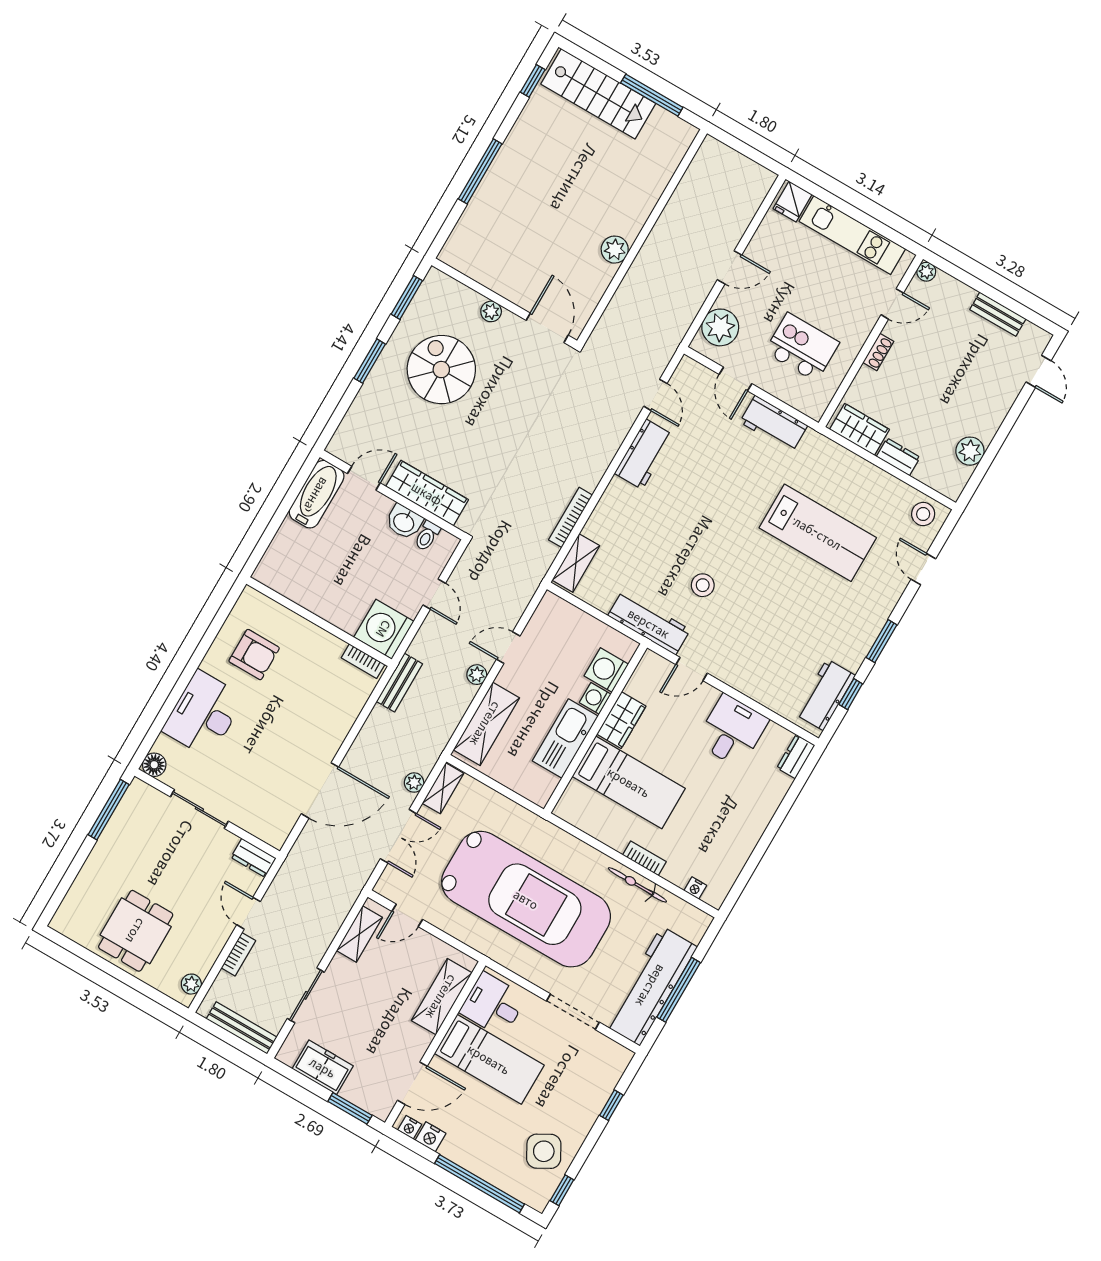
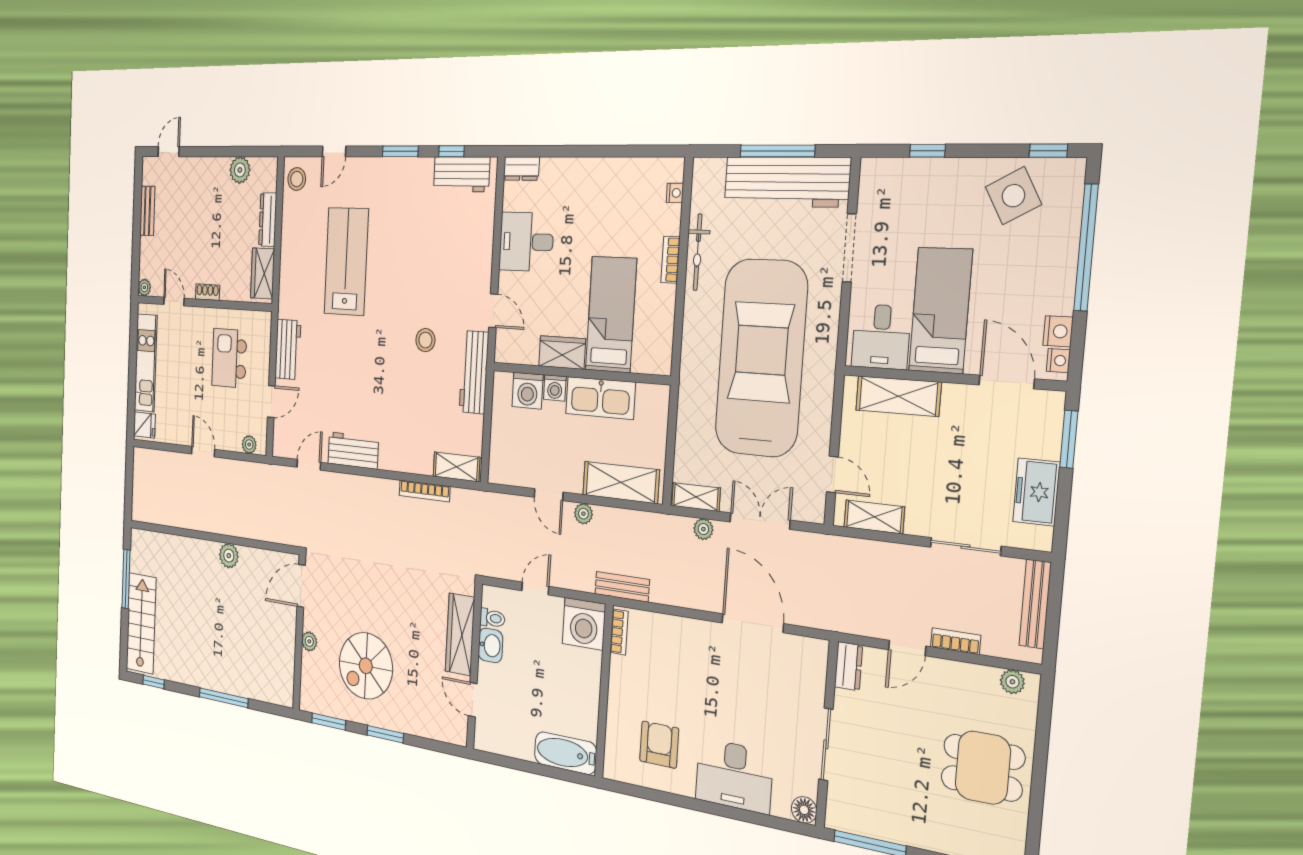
plant: (720, 327) -> (249, 444), width x0.53, depth x0.53
dresser: (898, 457) -> (268, 220), width x1.44
bathtub: (317, 494) -> (565, 753), moved

